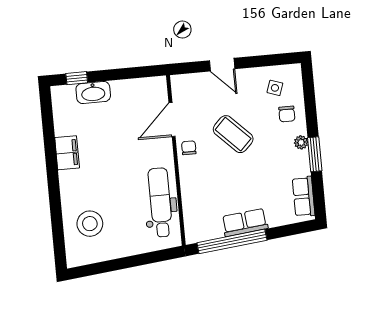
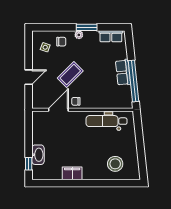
door: (172, 120) -> (58, 110), swing flipped

